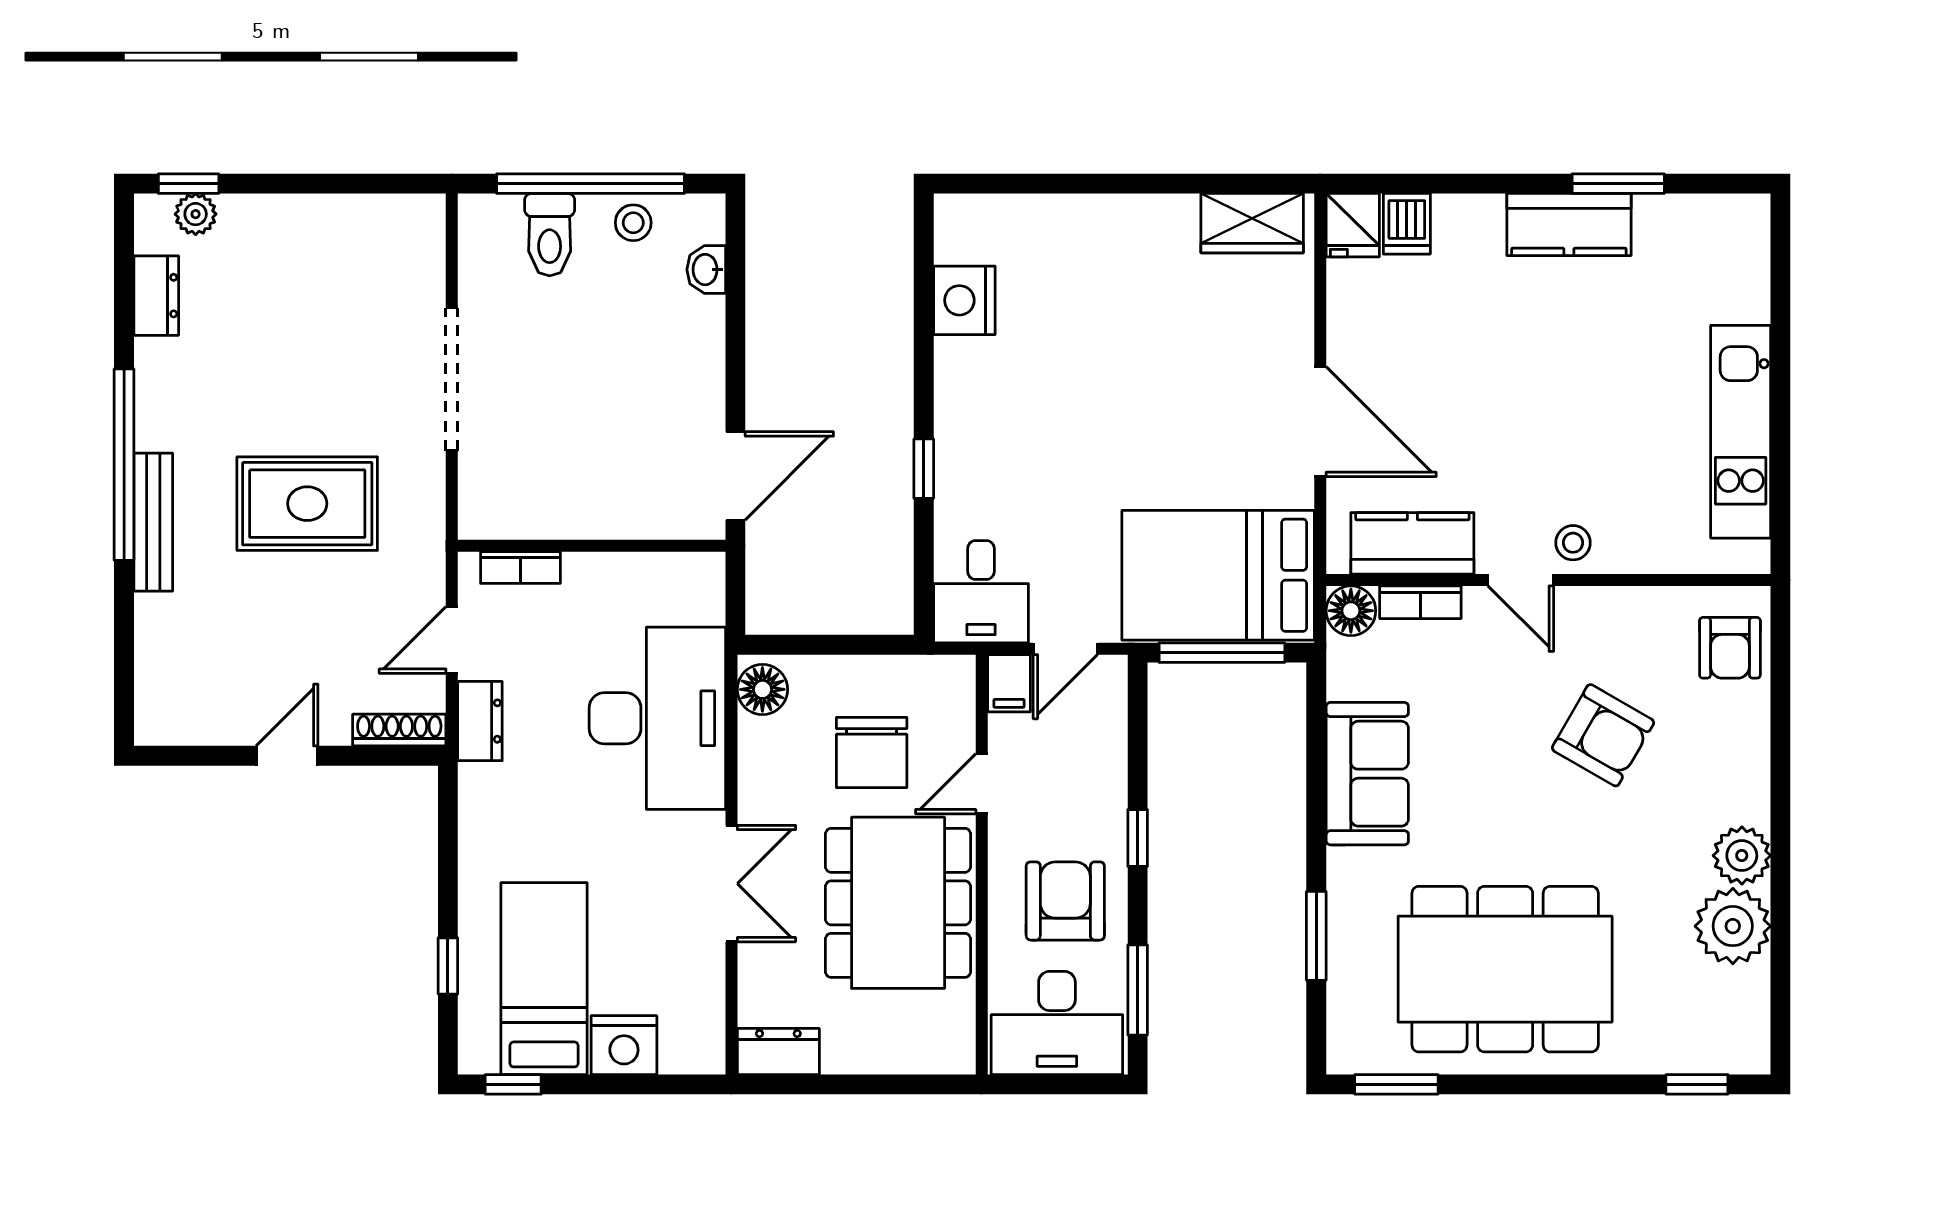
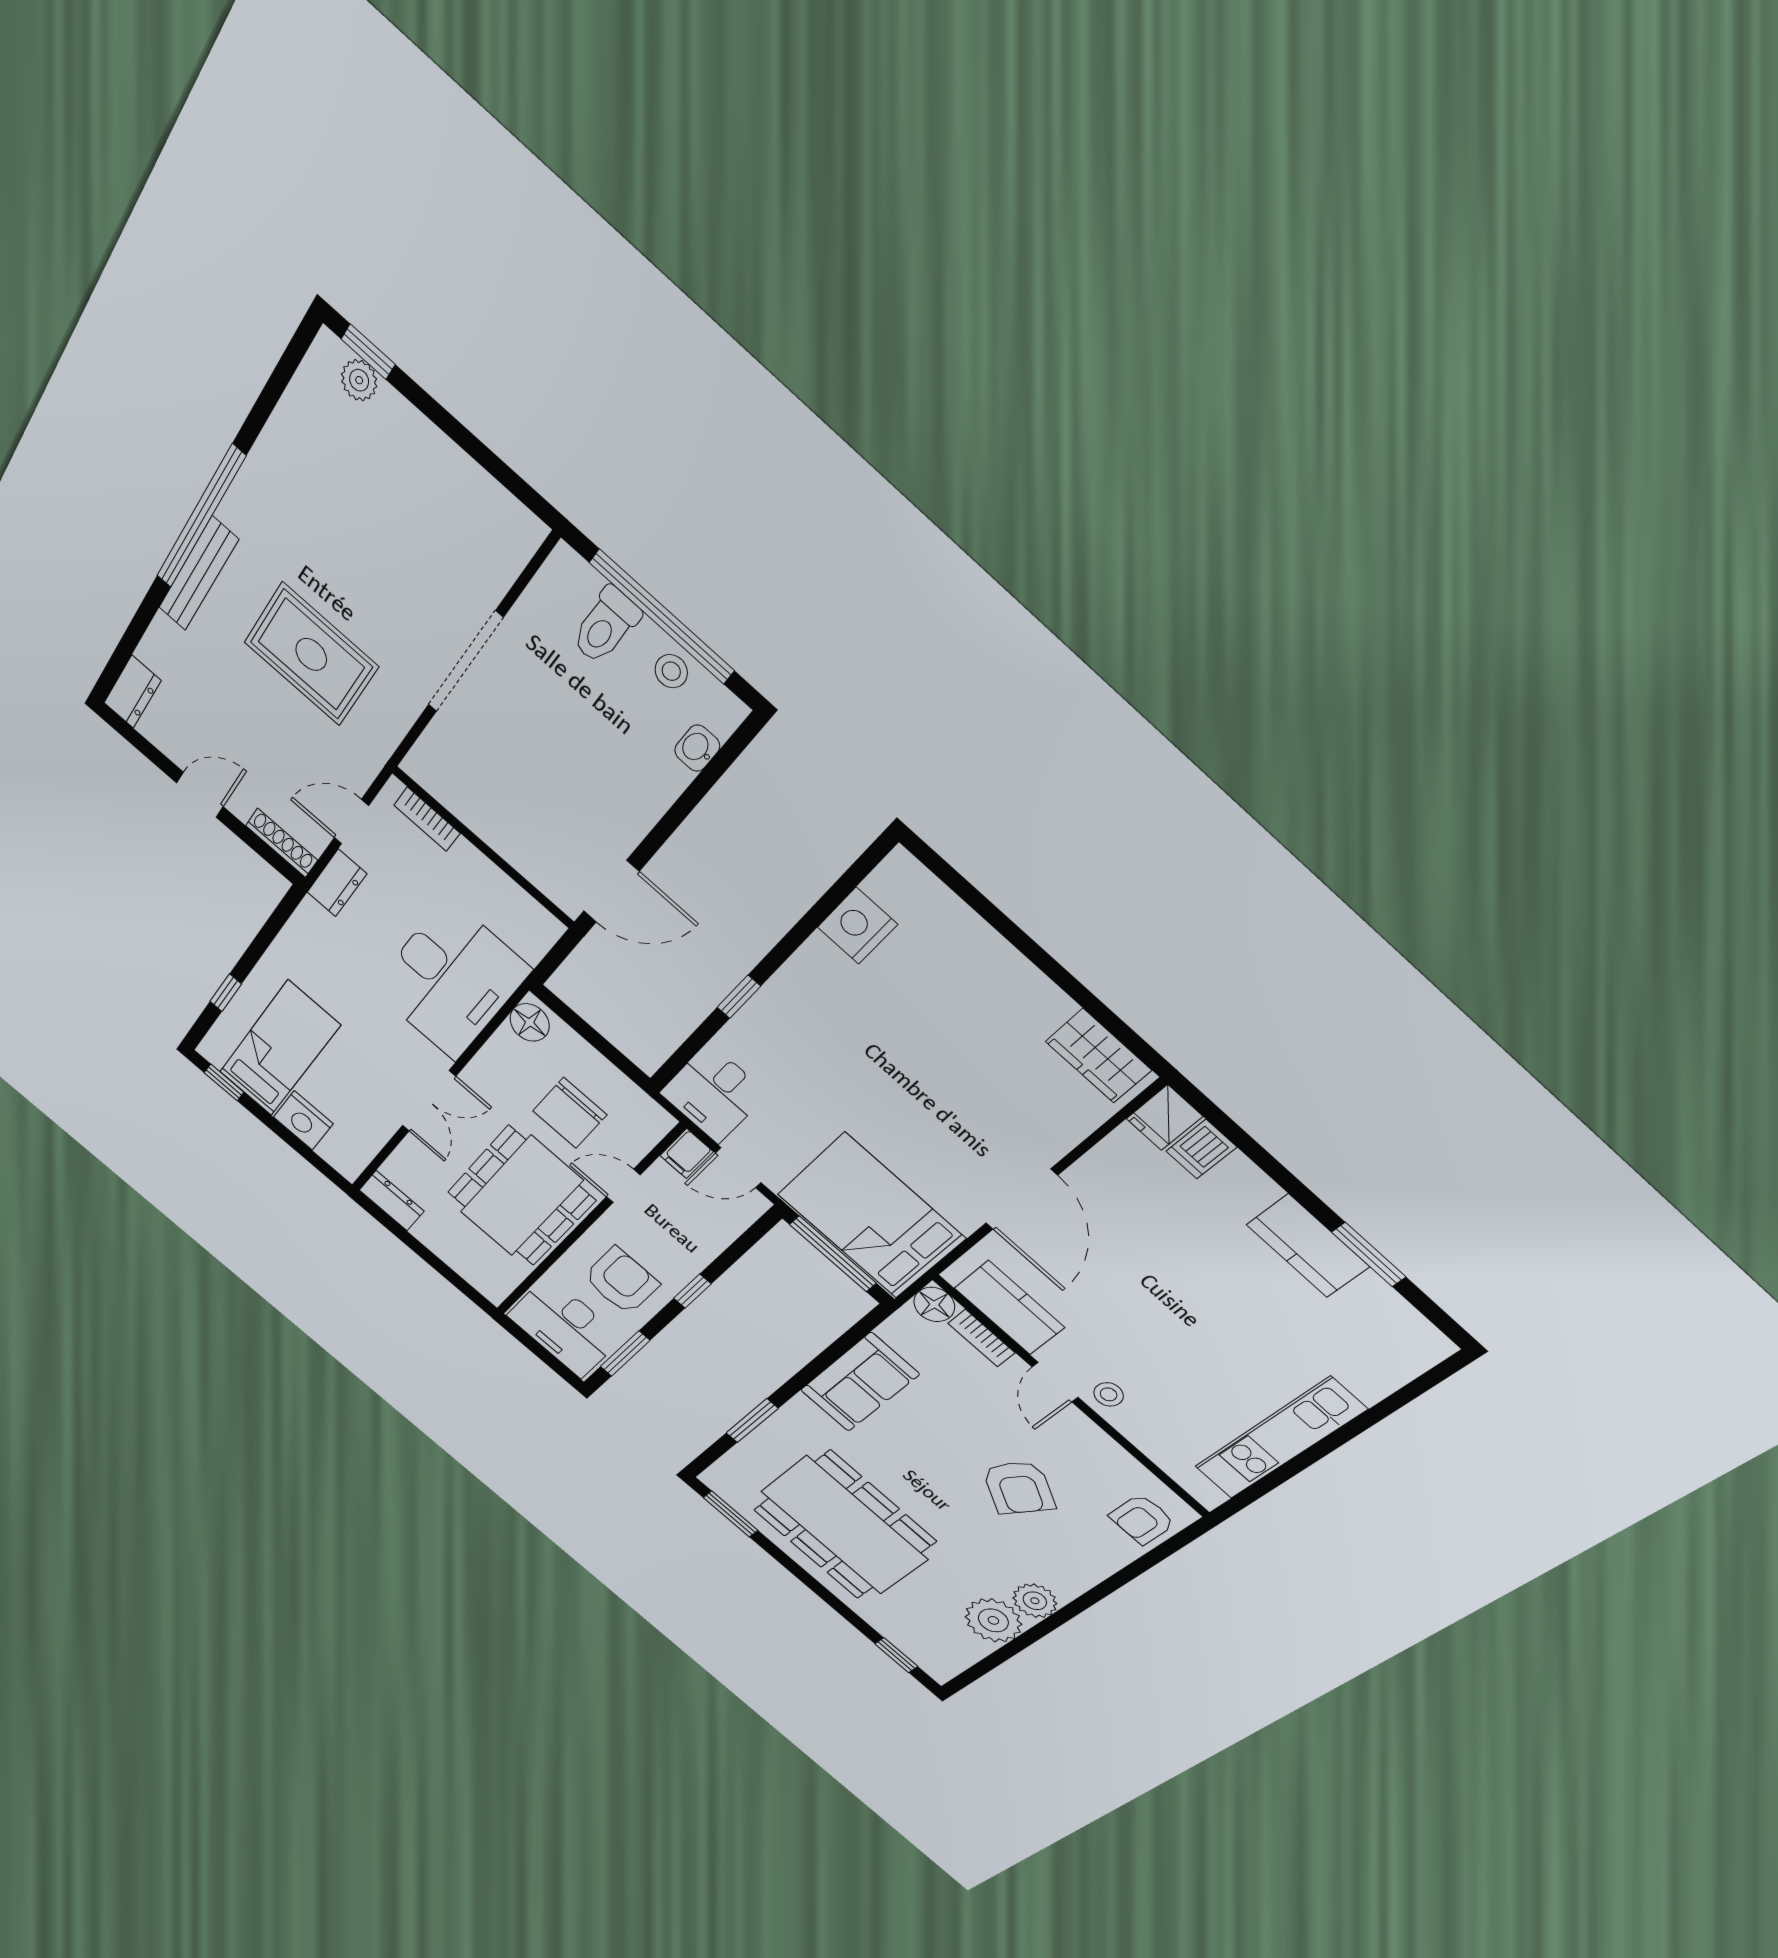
dresser: (156, 296) -> (132, 692), moved

